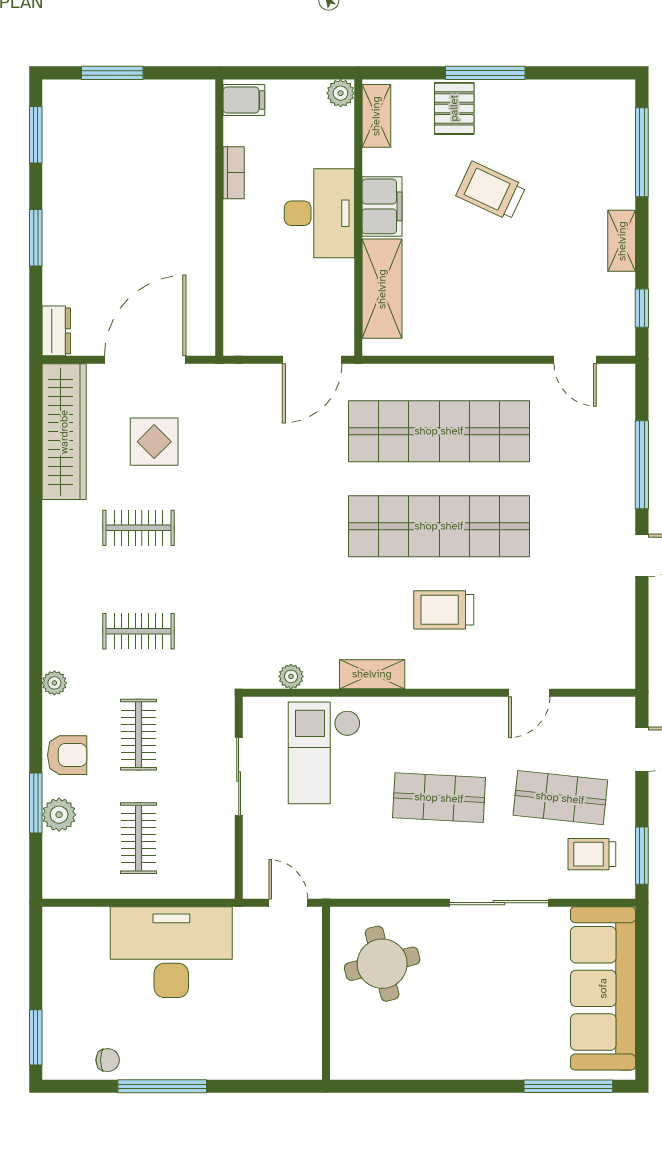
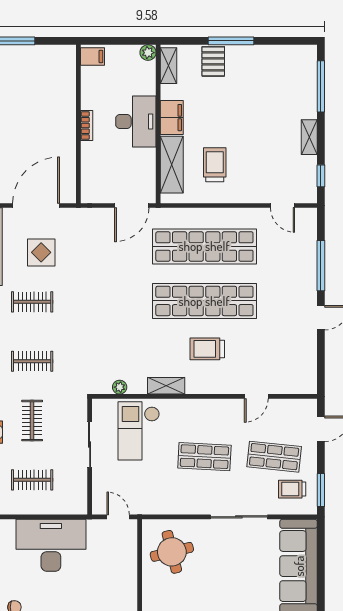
bookcase: (234, 173) -> (87, 125), moved
trolley: (491, 191) -> (215, 165), moved, turned 65
clothes rail: (139, 838) -> (32, 480), turned 90

